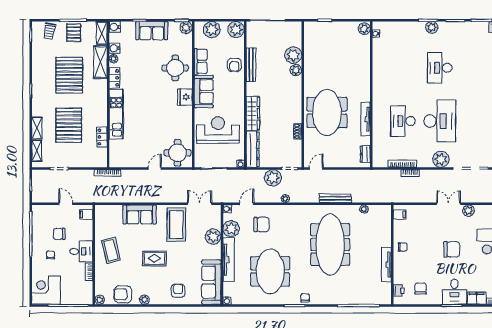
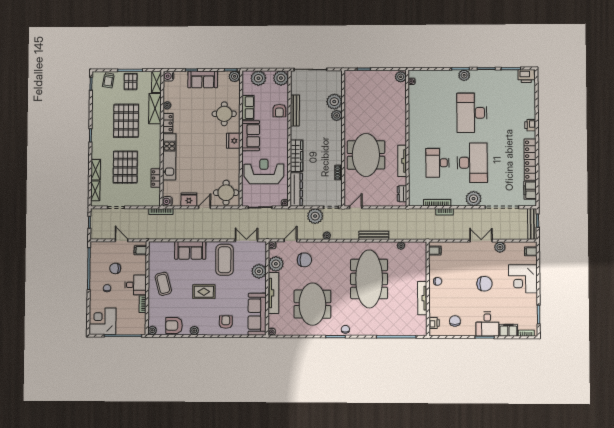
water cooler: (114, 48) -> (167, 201), moved
desk: (440, 68) -> (472, 113), width x1.36, depth x1.30
fridge: (138, 160) -> (189, 200), added

